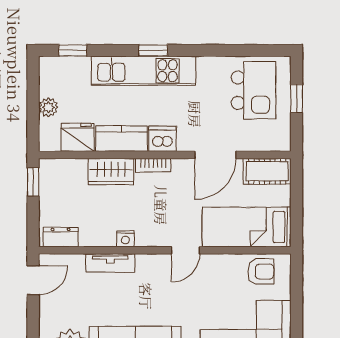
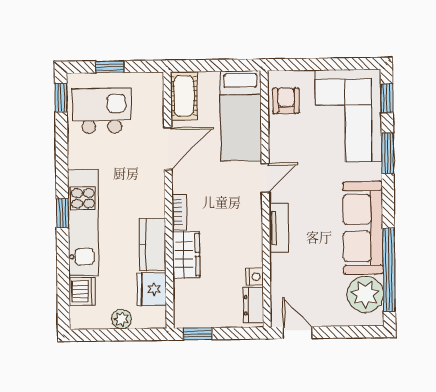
window: (73, 50) -> (61, 98), moved
dishwasher: (163, 139) -> (82, 291), moved, turned 180
door: (215, 155) -> (168, 149), hinge flipped
nightstand: (125, 239) -> (255, 277), moved
door: (186, 250) -> (265, 178), hinge flipped
tv unit: (110, 263) -> (279, 228), moved

